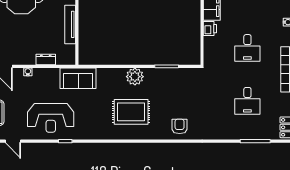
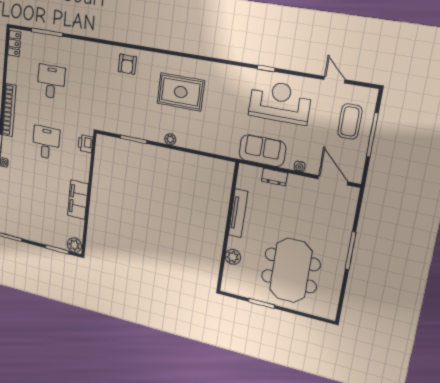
printer: (210, 29) -> (85, 144), moved
plant: (135, 77) -> (170, 139), width x0.53, depth x0.53
sofa: (78, 78) -> (262, 151), moved

